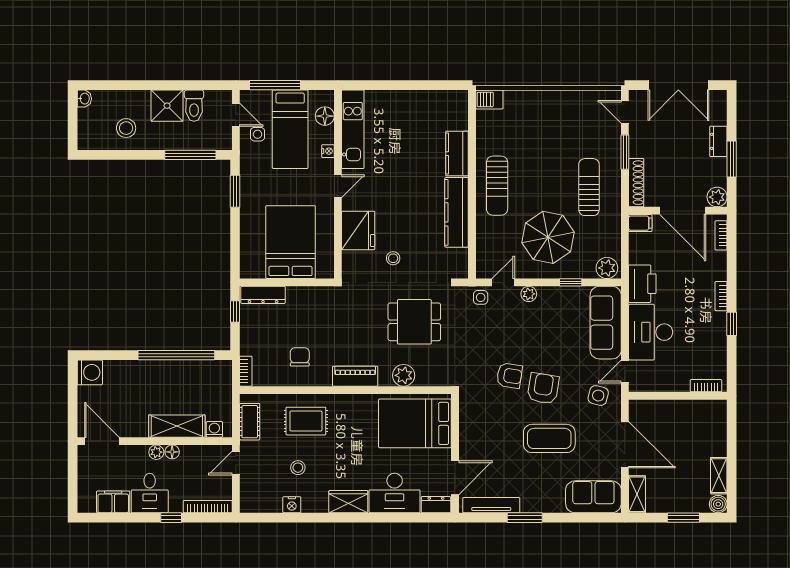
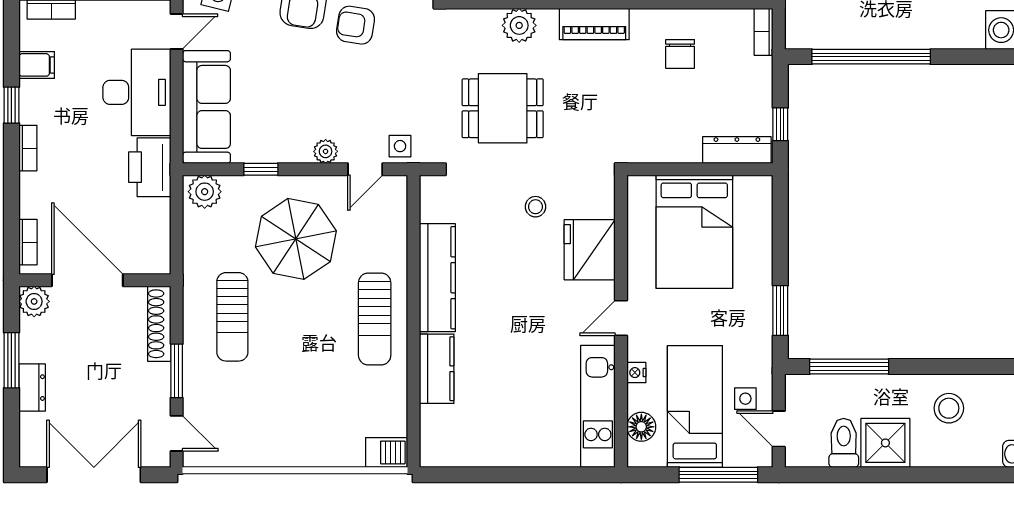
sun lounger: (497, 186) -> (375, 319), turned 180
filing cabinet: (640, 223) -> (37, 65), moved, turned 180

